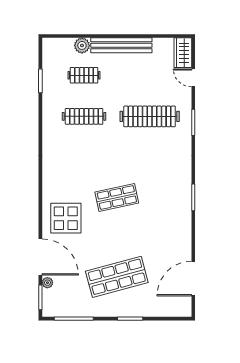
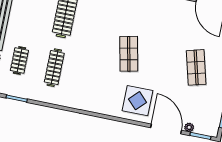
door: (40, 257) -> (166, 129), hinge flipped
shop shelf: (117, 277) -> (196, 67), width x0.70, depth x0.74

